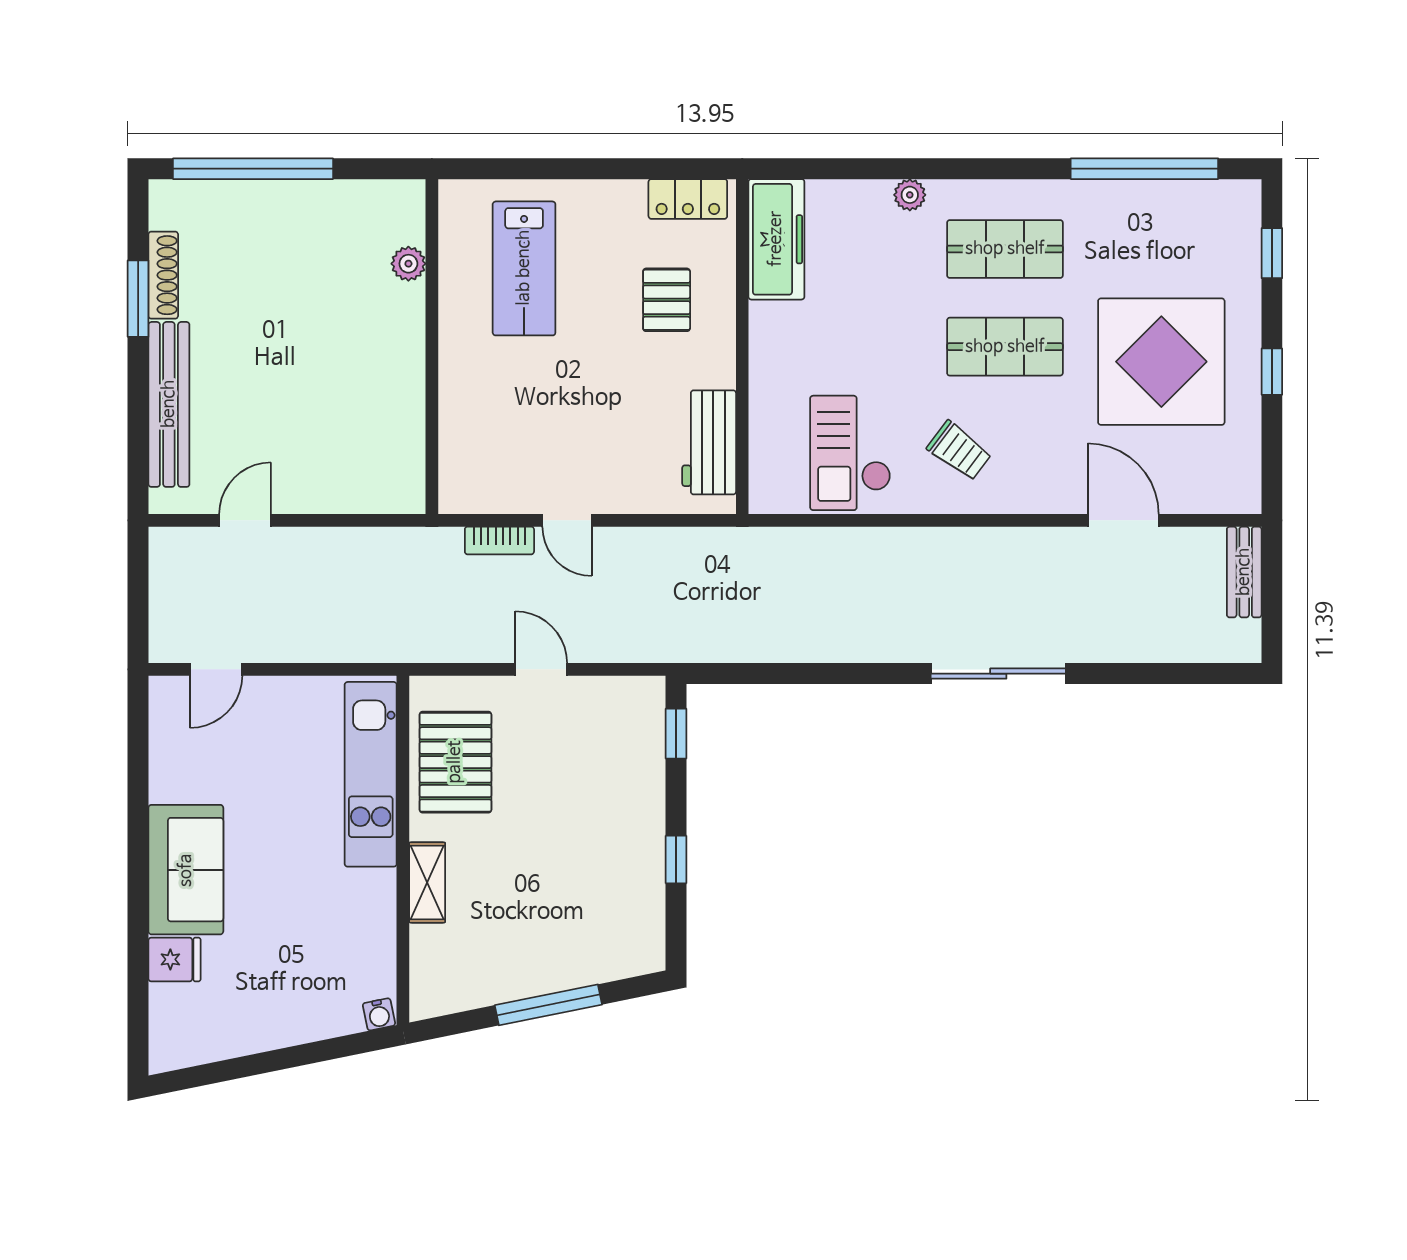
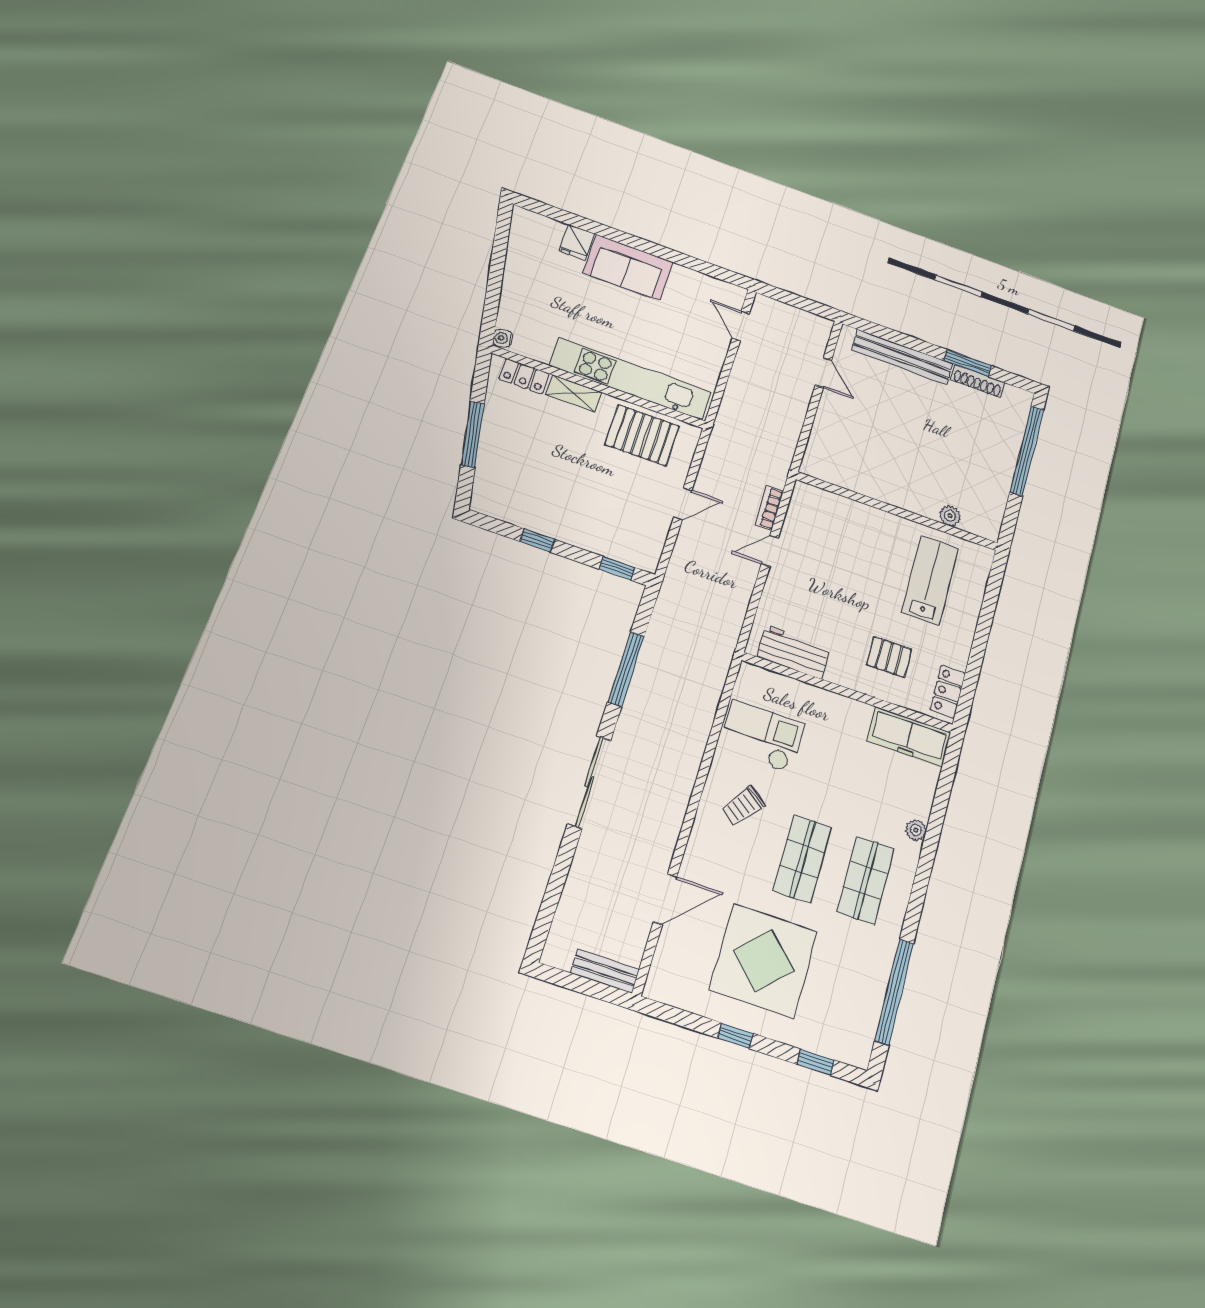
lab bench: (524, 268) -> (930, 580), turned 90
window: (820, 674) -> (626, 669), added
kitchen unit: (371, 774) -> (630, 379), width x1.36
locker: (428, 963) -> (524, 376), added

